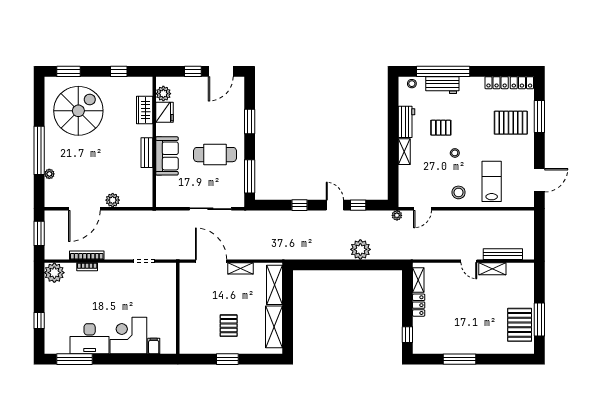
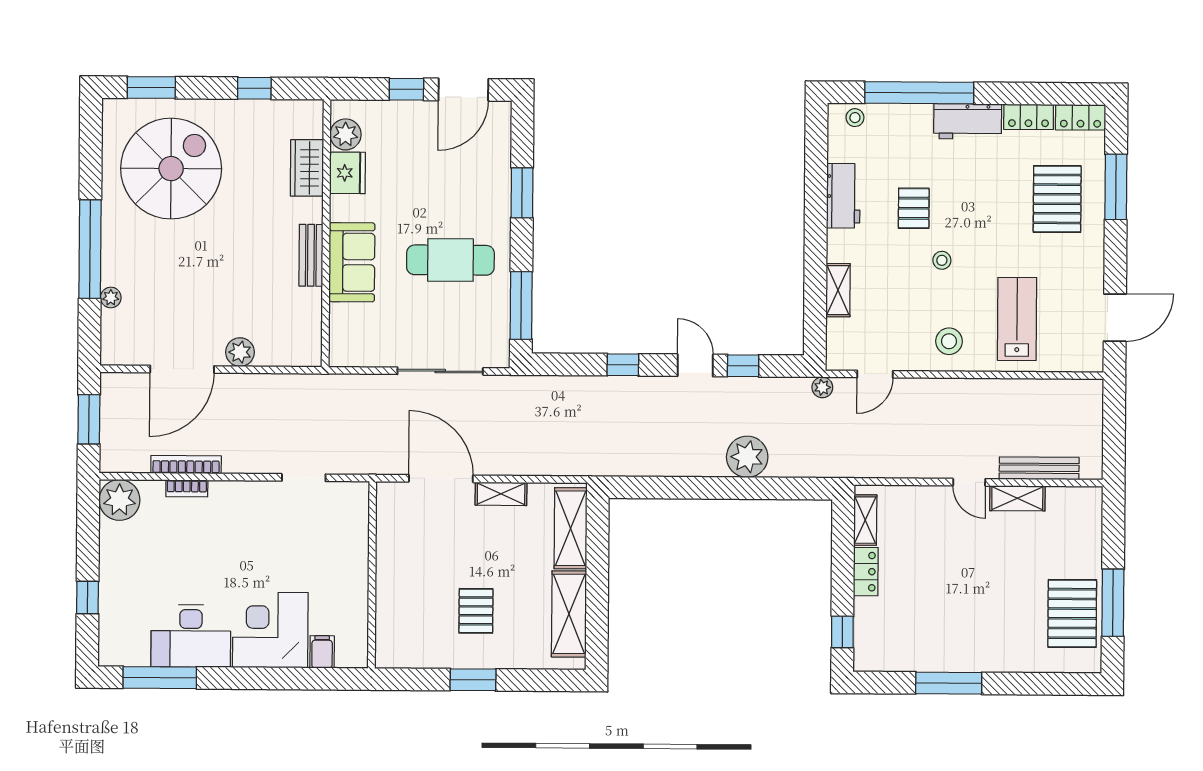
workbench: (442, 85) -> (968, 121), moved
pallet: (511, 123) -> (1057, 199), turned 90
pallet: (441, 128) -> (914, 208), turned 90
shelving: (404, 152) -> (838, 290), moved

